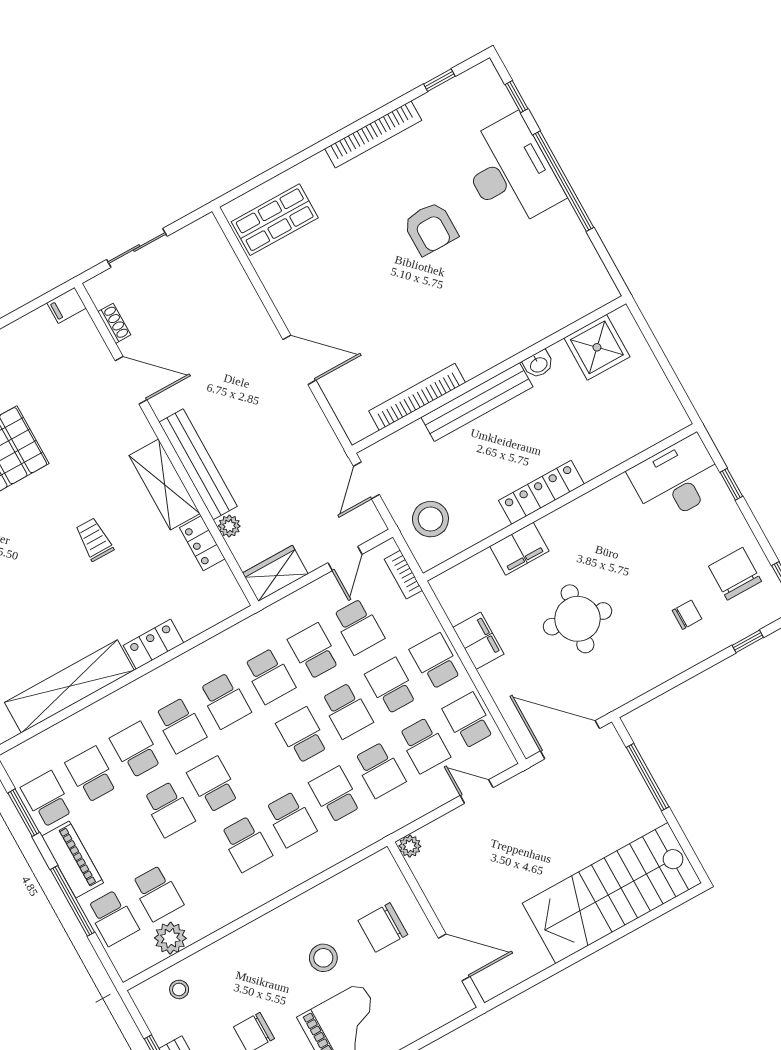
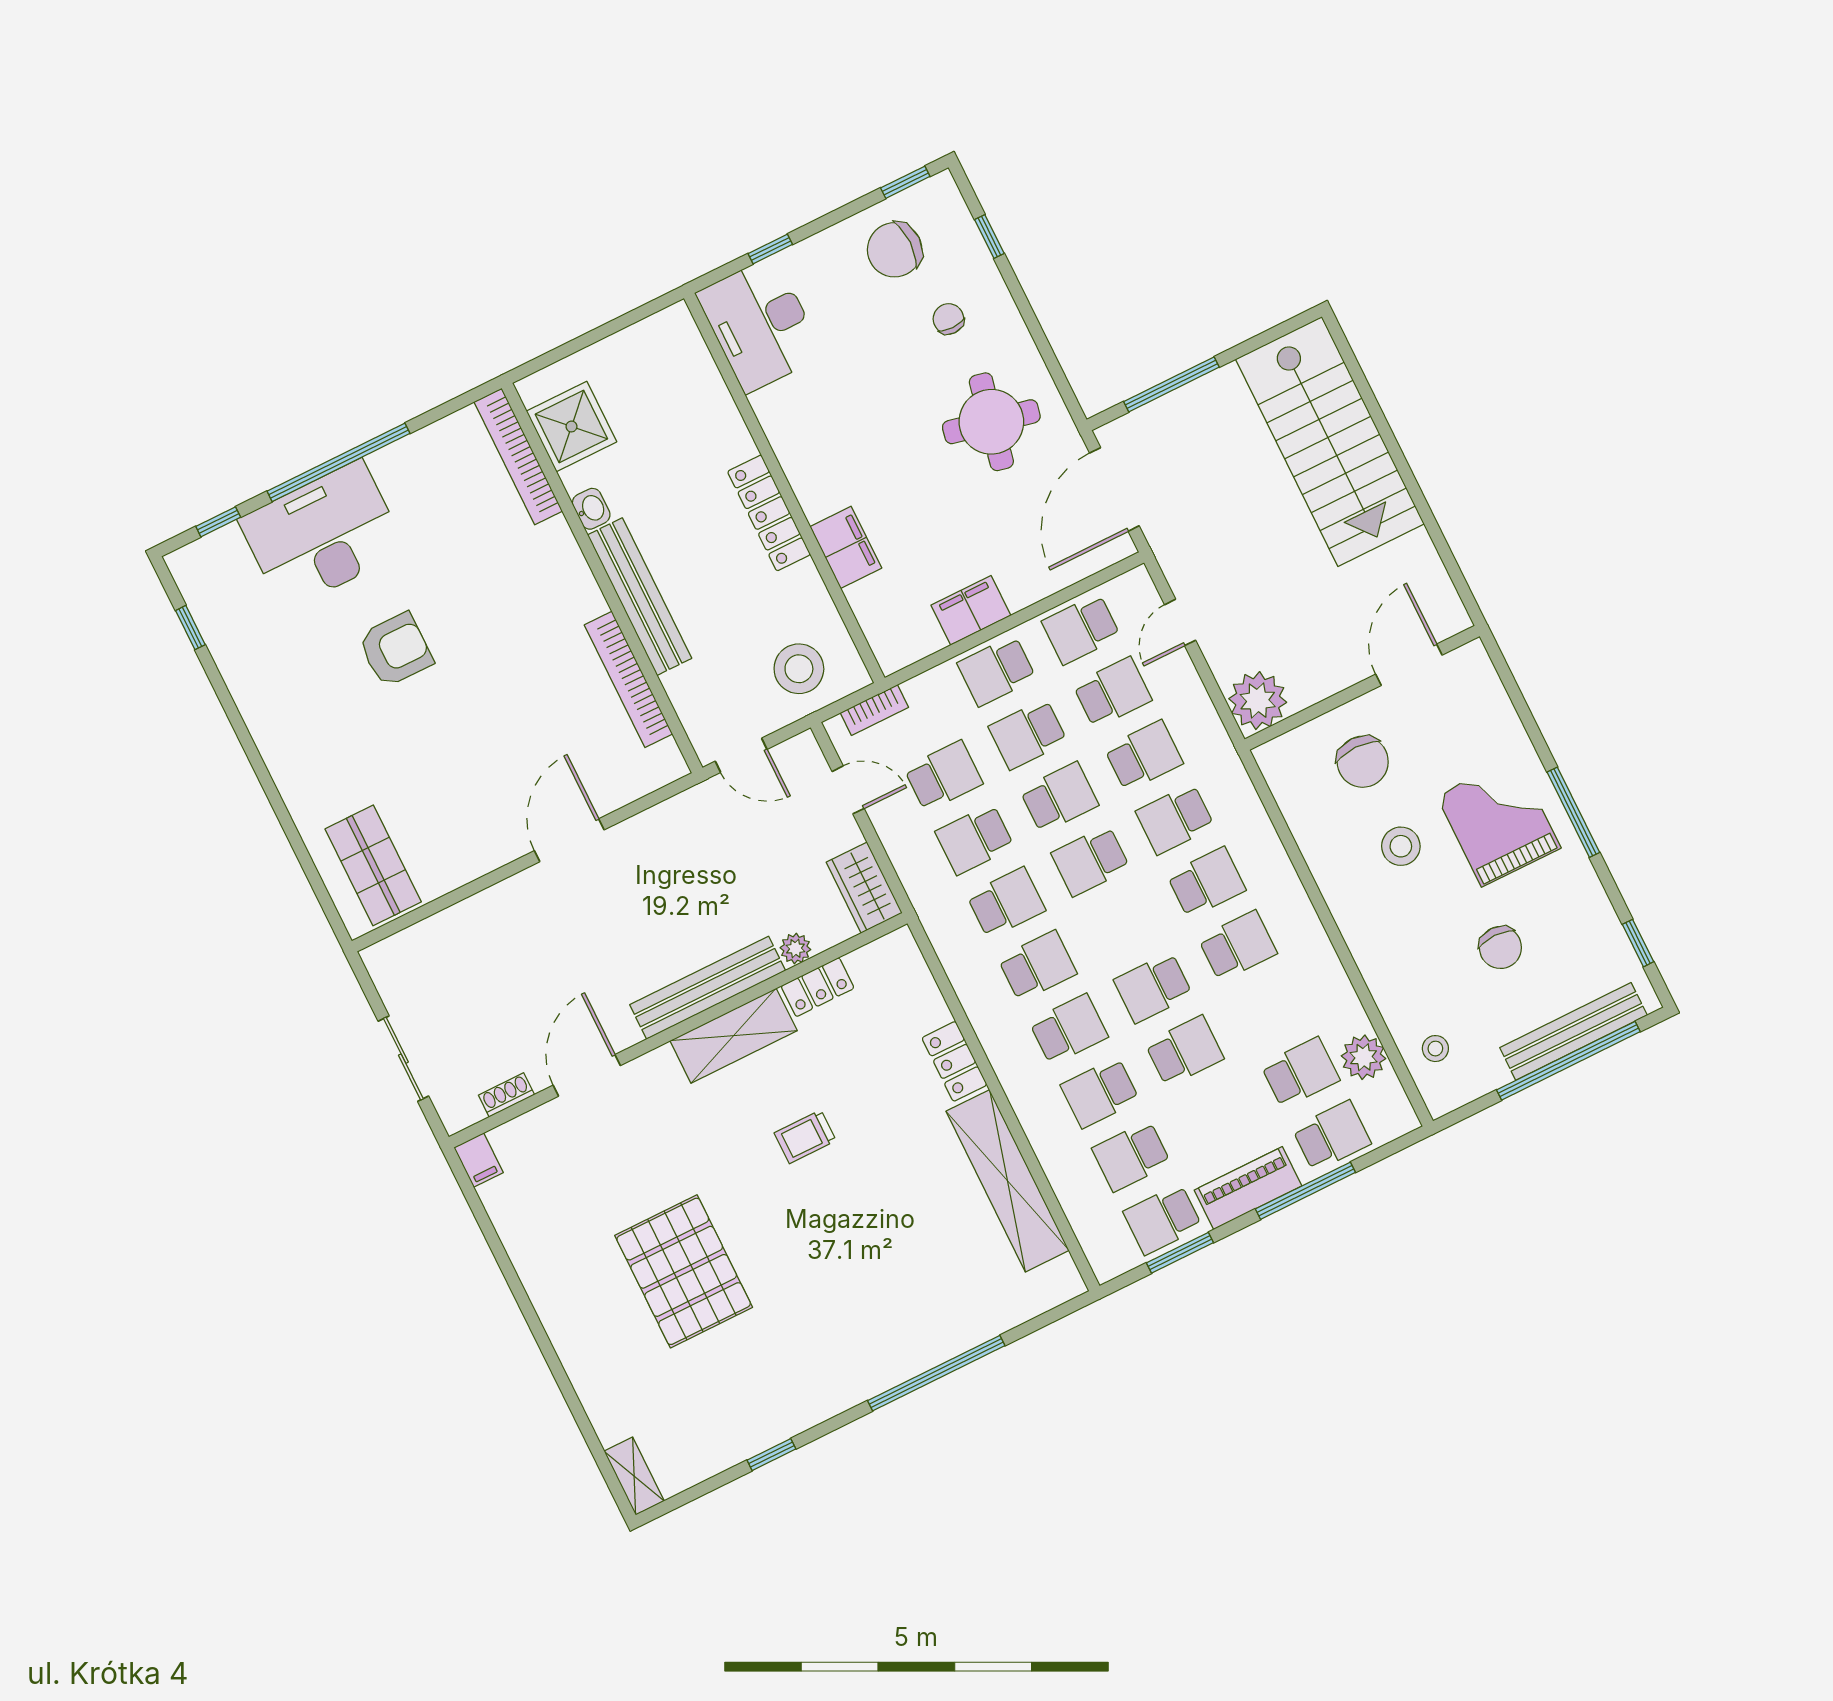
bookcase: (373, 134) -> (518, 456), moved, turned 180
round table: (578, 619) -> (991, 422), moved
plant: (410, 846) -> (1258, 701), width x1.87, depth x1.87

